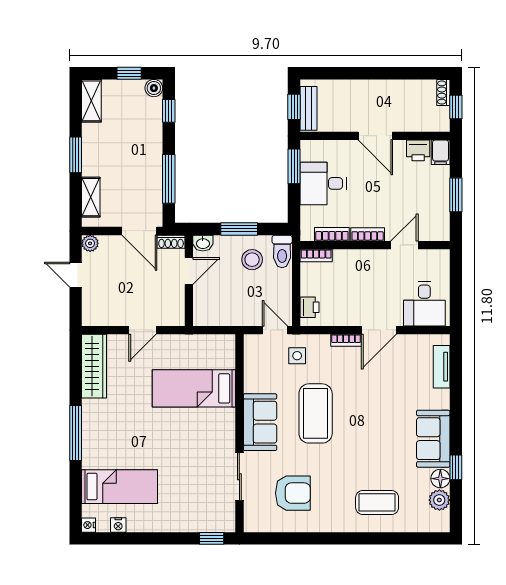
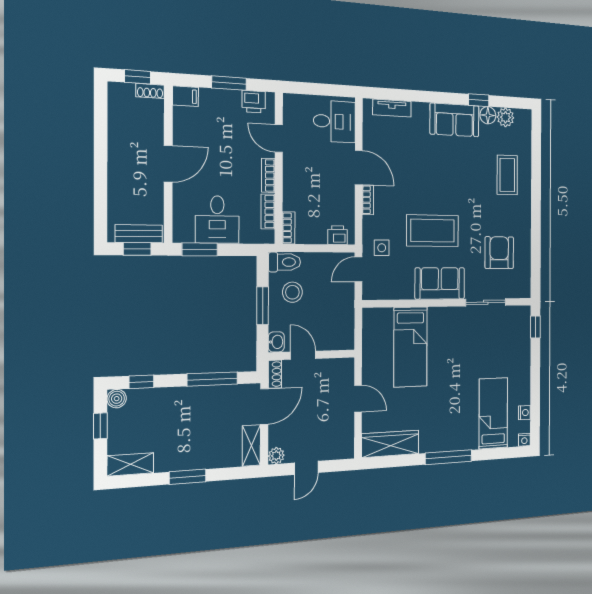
shoe rack: (443, 93) -> (150, 91), moved
printer: (418, 150) -> (254, 102), moved, turned 90
shelving: (91, 197) -> (251, 445), moved, turned 90

